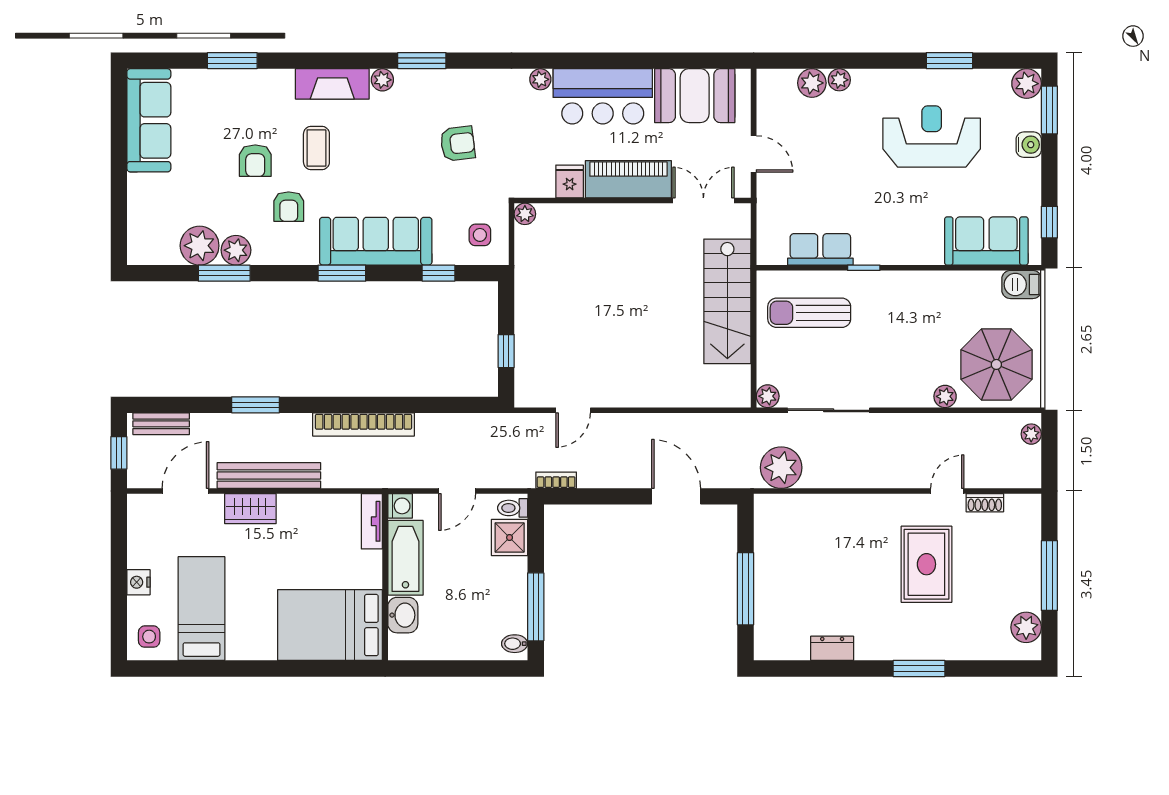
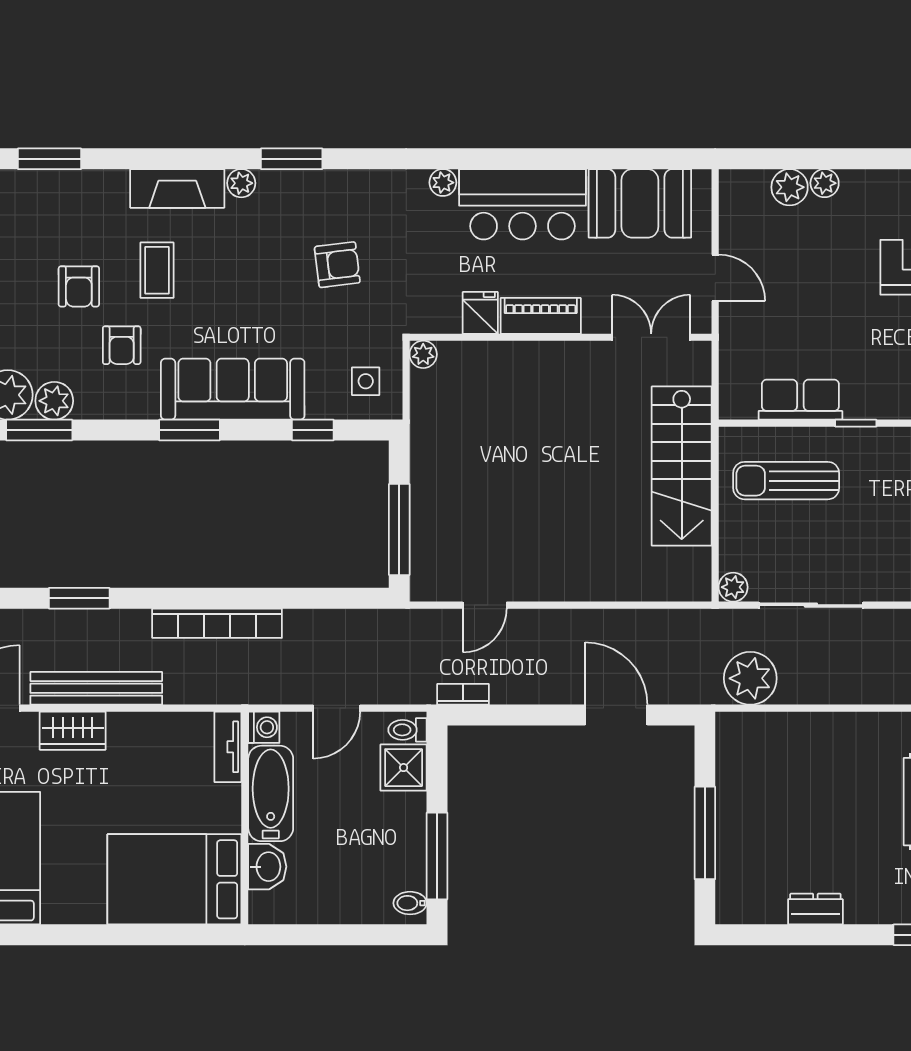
piano: (628, 179) -> (541, 316), width x0.73, depth x0.75
window: (506, 351) -> (399, 530), width x2.17

